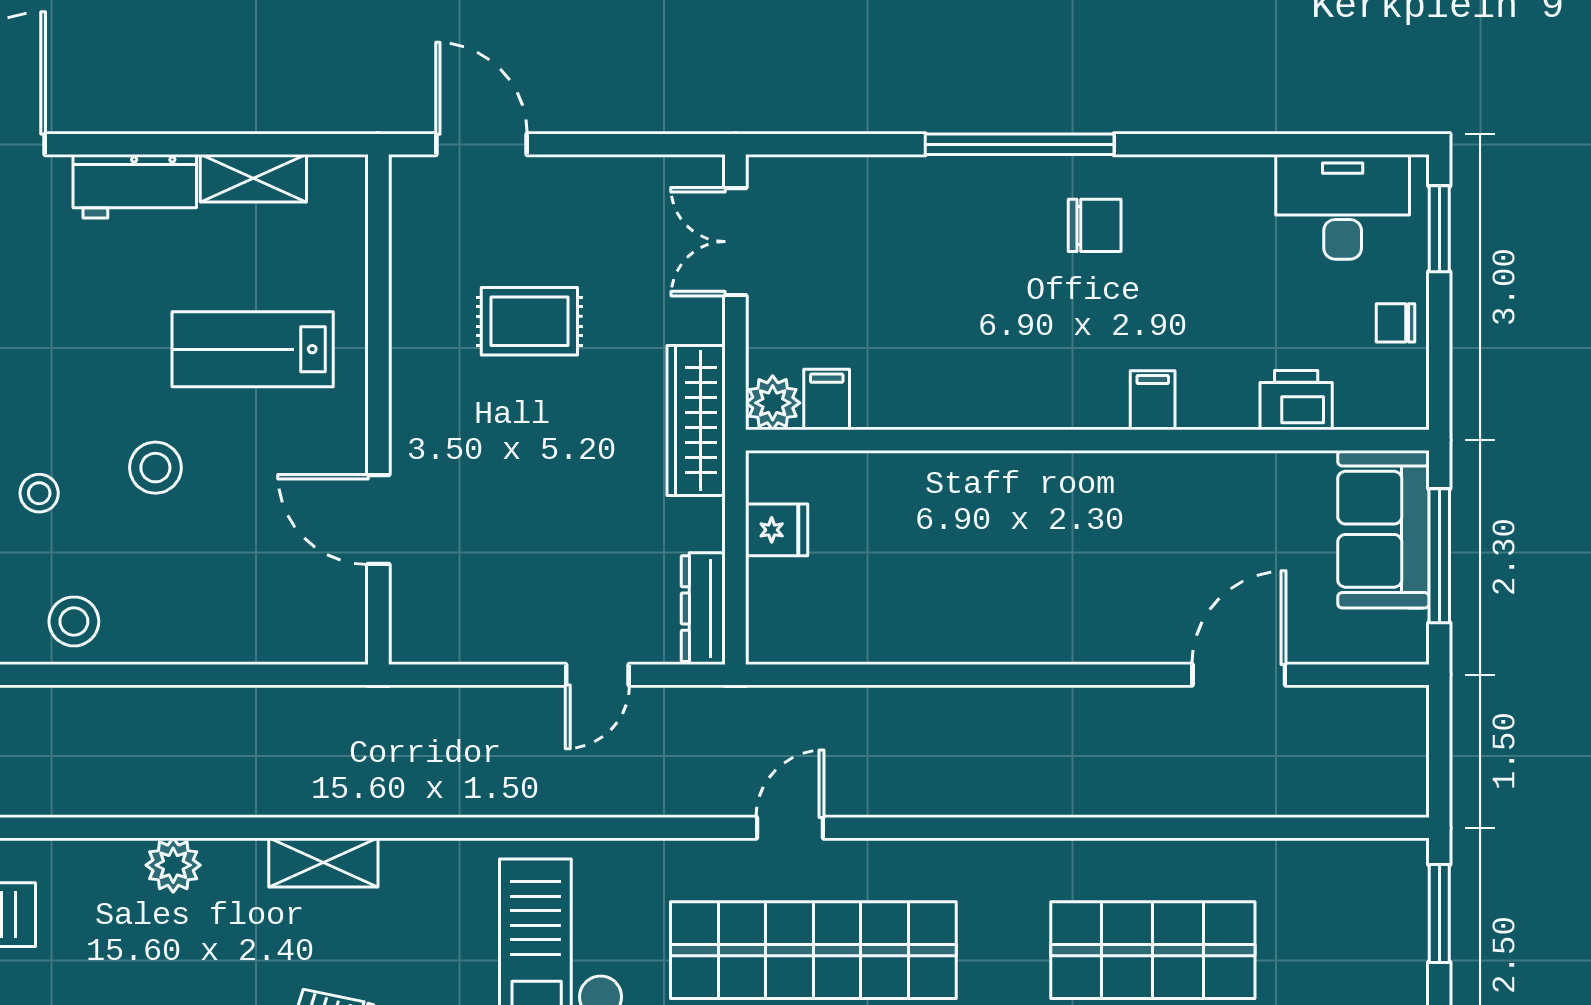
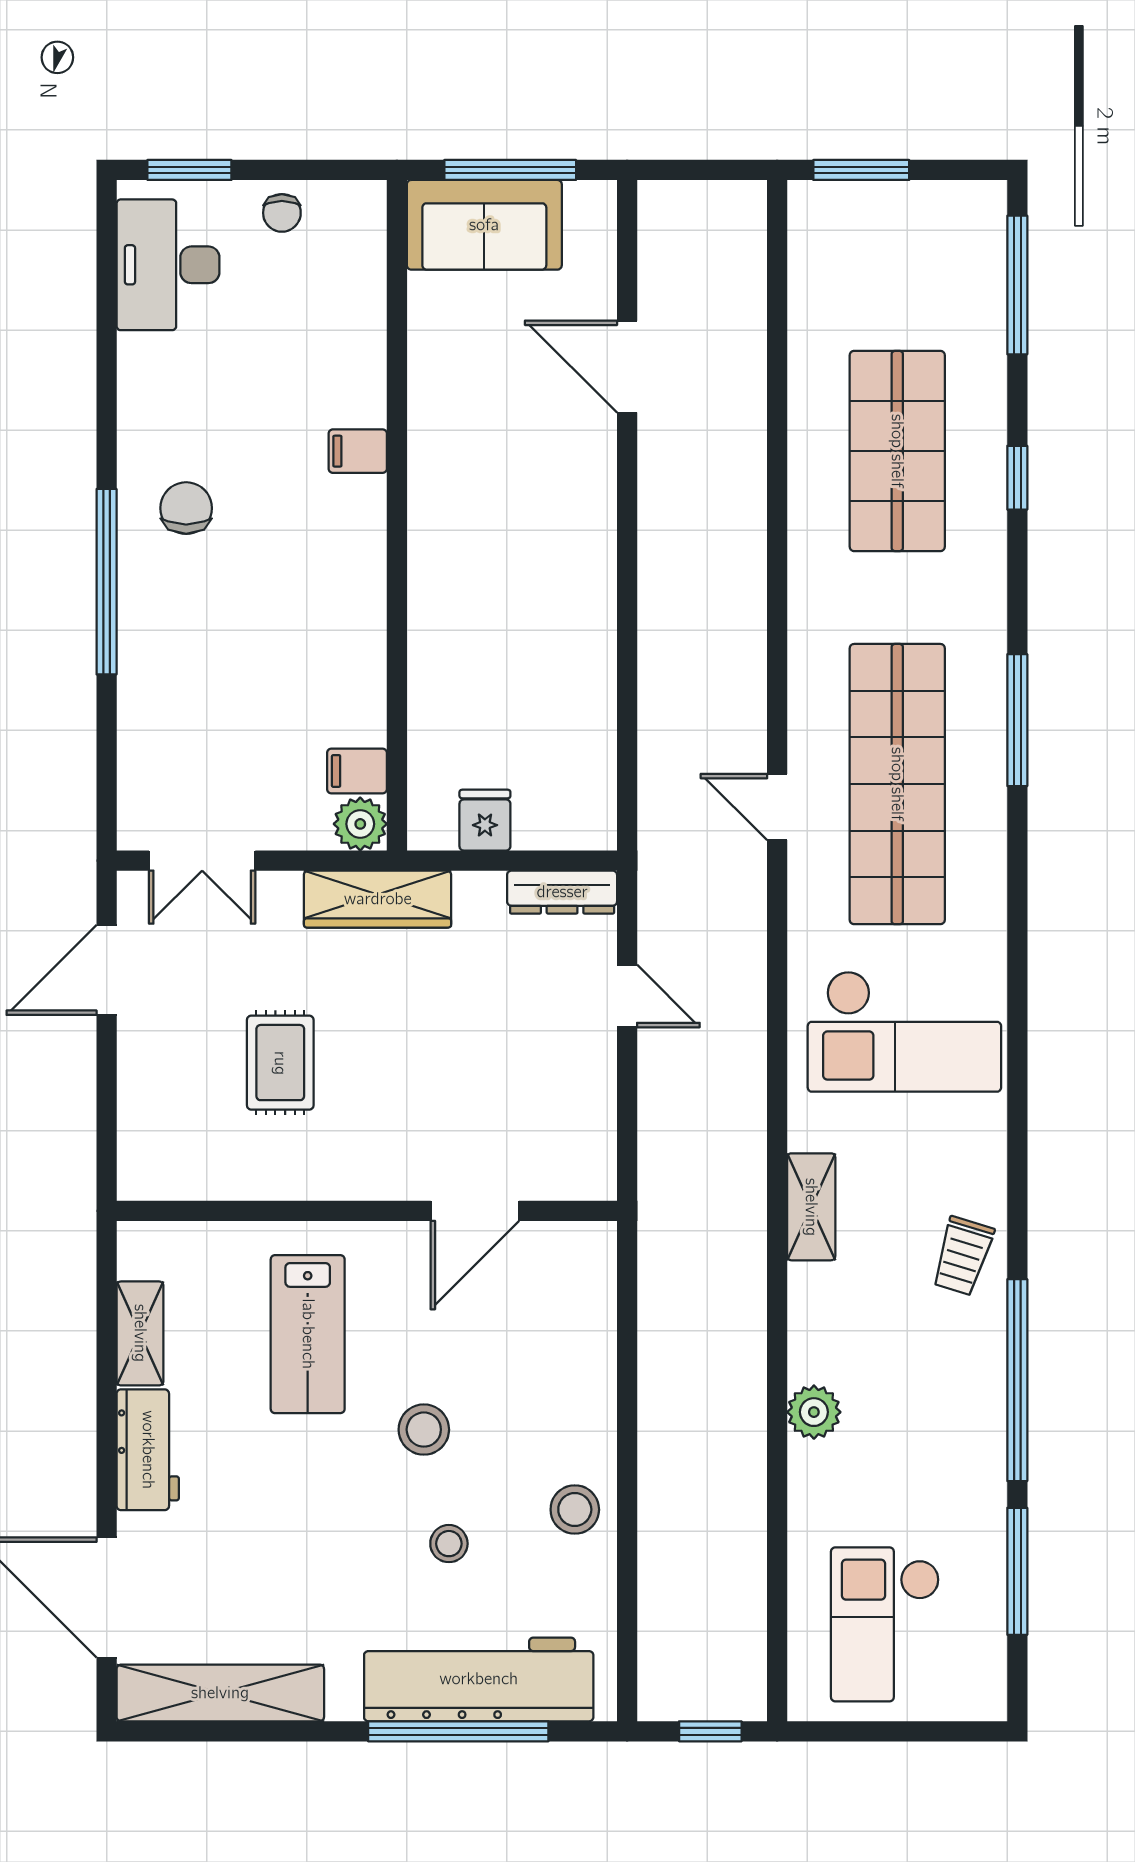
door: (481, 144) -> (107, 970), moved
printer: (1296, 400) -> (358, 310), removed
shelving: (323, 862) -> (811, 1207), moved

